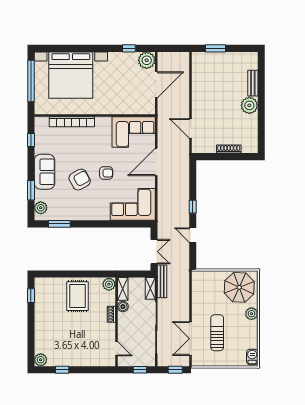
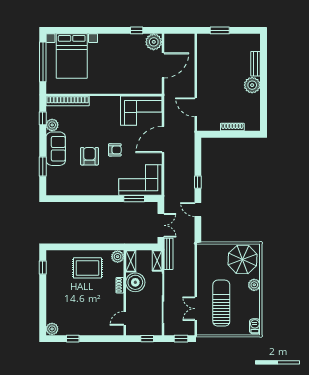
bed with nightstands: (71, 75) -> (72, 56), width x0.73
bookcase: (72, 122) -> (68, 101), moved
armchair: (80, 180) -> (89, 156), turned -61
plant: (41, 208) -> (52, 125), moved
window: (59, 224) -> (134, 199), moved
rug: (78, 296) -> (87, 268), turned 90
boiler: (123, 307) -> (135, 282), width x1.86, depth x1.86
sun lounger: (217, 333) -> (221, 303), width x1.36, depth x1.34
double door: (191, 339) -> (196, 309), width x0.73
door: (116, 349) -> (125, 318), swing flipped

